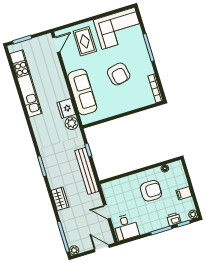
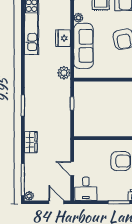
plant: (69, 67) -> (78, 18), added
fridge: (66, 108) -> (63, 38), moved
bench: (87, 171) -> (65, 123), removed

